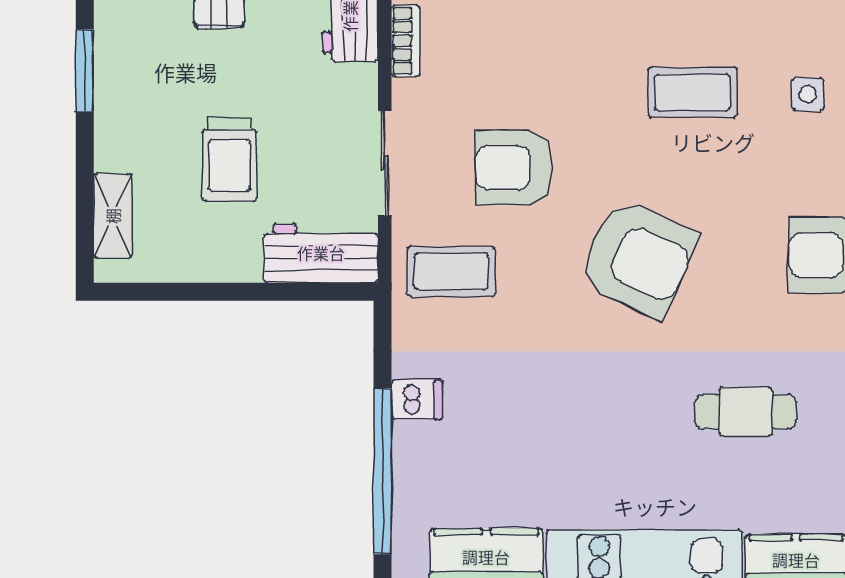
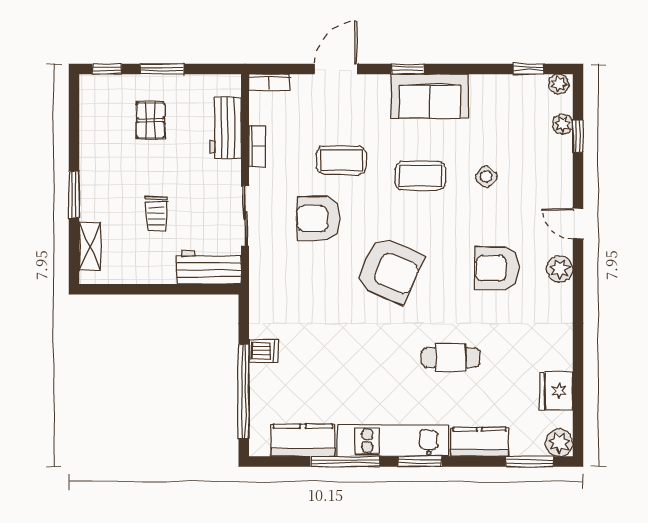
window: (85, 71) -> (74, 194), moved
side table: (808, 94) -> (486, 177), turned 38
trolley: (229, 159) -> (156, 214), width x0.73, depth x0.72
coffee table: (451, 271) -> (341, 160), moved

